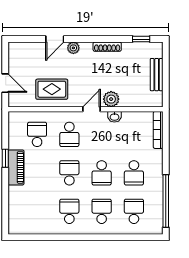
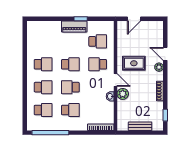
rug: (52, 89) -> (134, 63), moved, turned 90
school desk: (134, 173) -> (70, 110), turned 180

